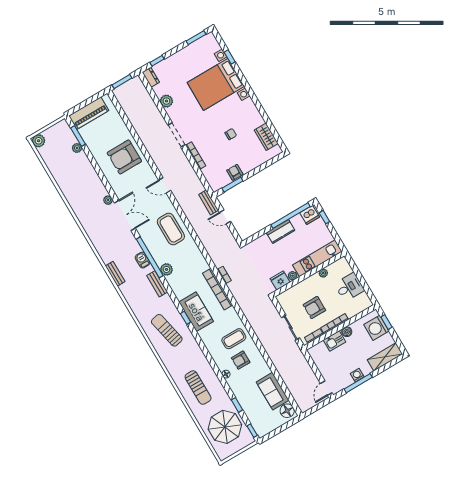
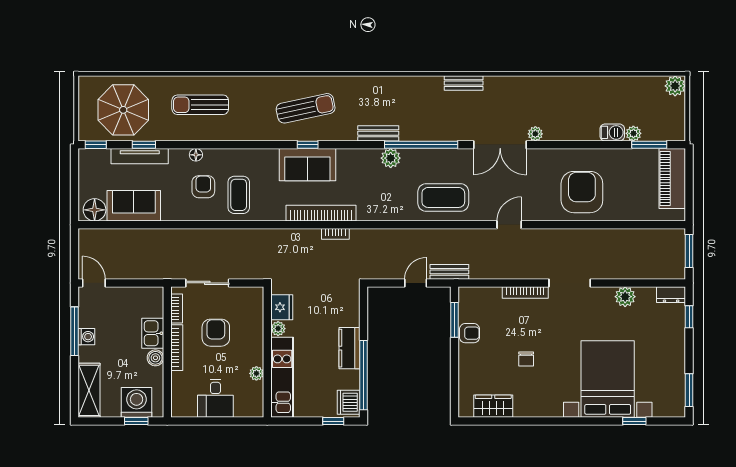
barbecue: (142, 260) -> (612, 132), moved
bench: (115, 274) -> (464, 83), moved
tv unit: (244, 404) -> (140, 156), added

